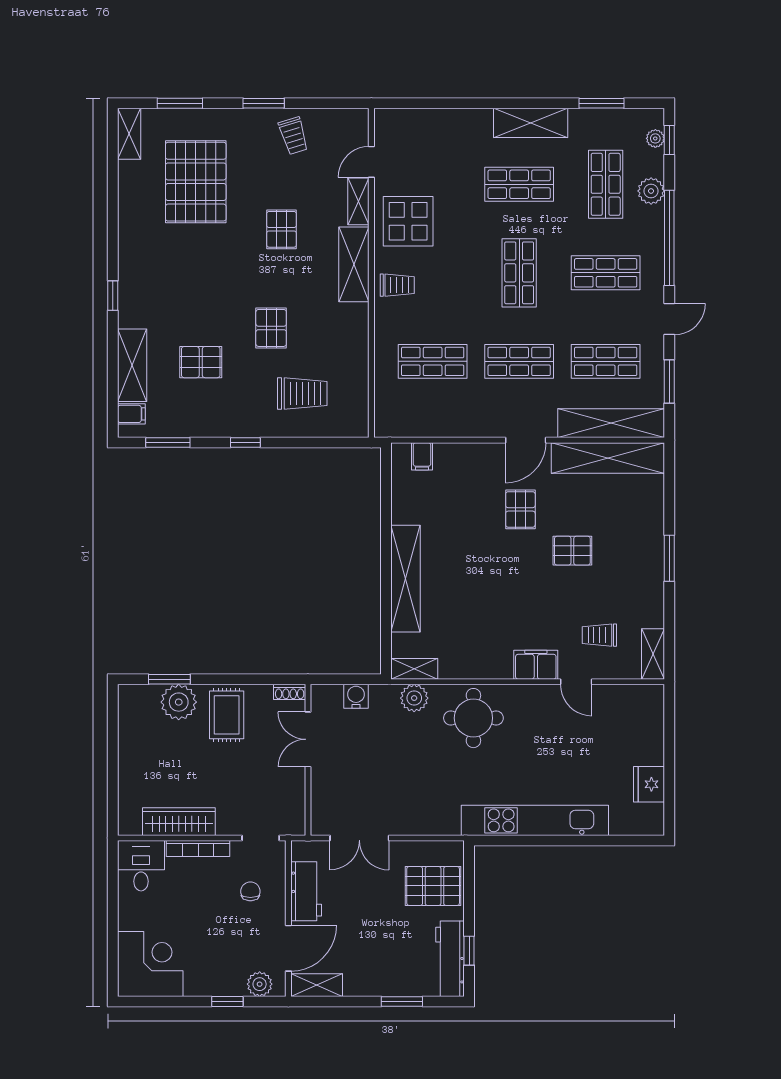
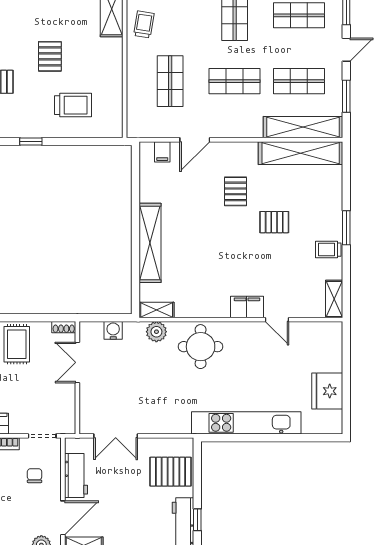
trolley: (397, 285) -> (144, 24), turned -81
shop shelf: (433, 361) -> (170, 81), turned 90
door: (526, 440) -> (195, 140), moved
trolley: (599, 635) -> (328, 250), moved
fridge: (649, 784) -> (327, 391), width x1.36, depth x1.34

